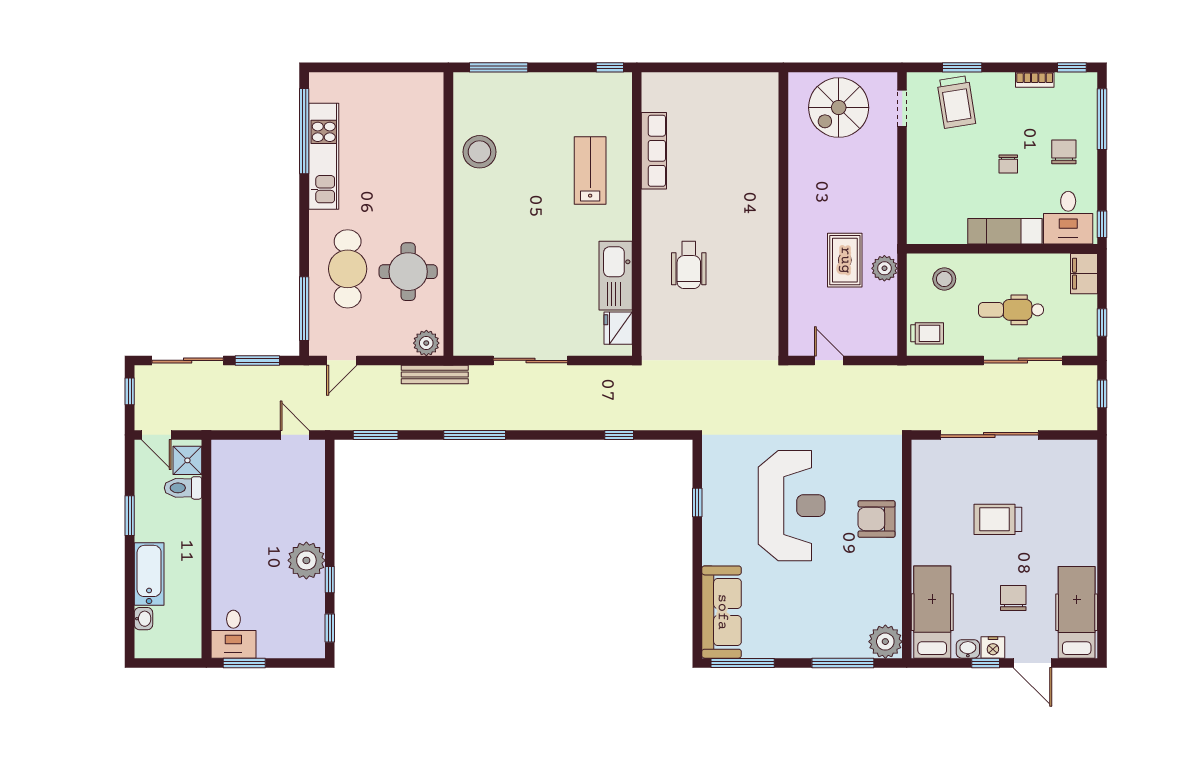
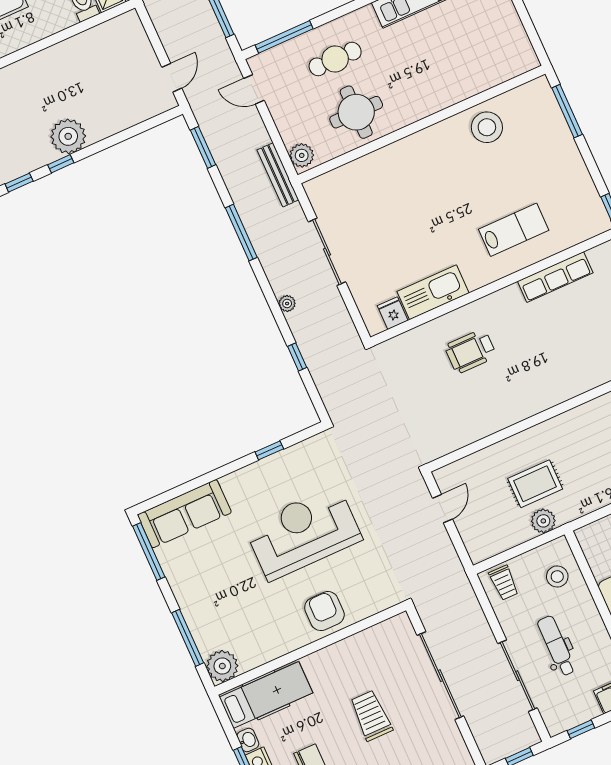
cafe table: (348, 269) -> (335, 59), width x0.73, depth x0.74
fridge: (618, 328) -> (393, 313), width x0.72
plant: (563, 421) -> (287, 304), added
reception desk: (792, 506) -> (303, 533), turned 180

